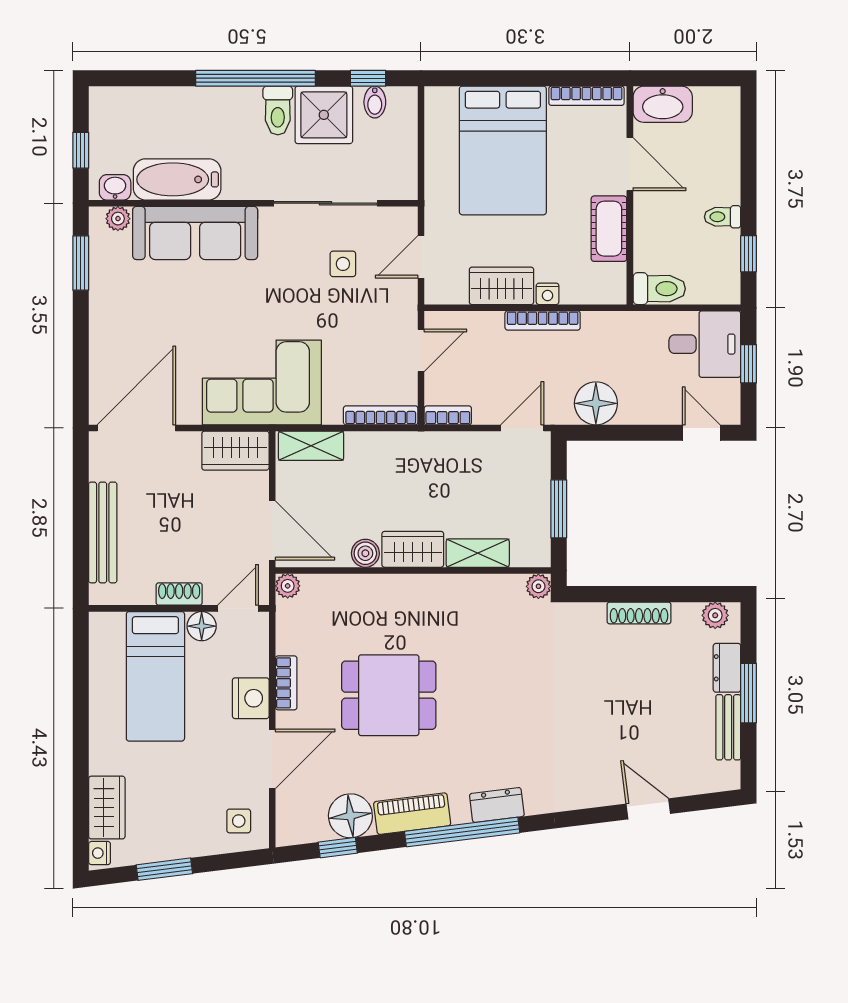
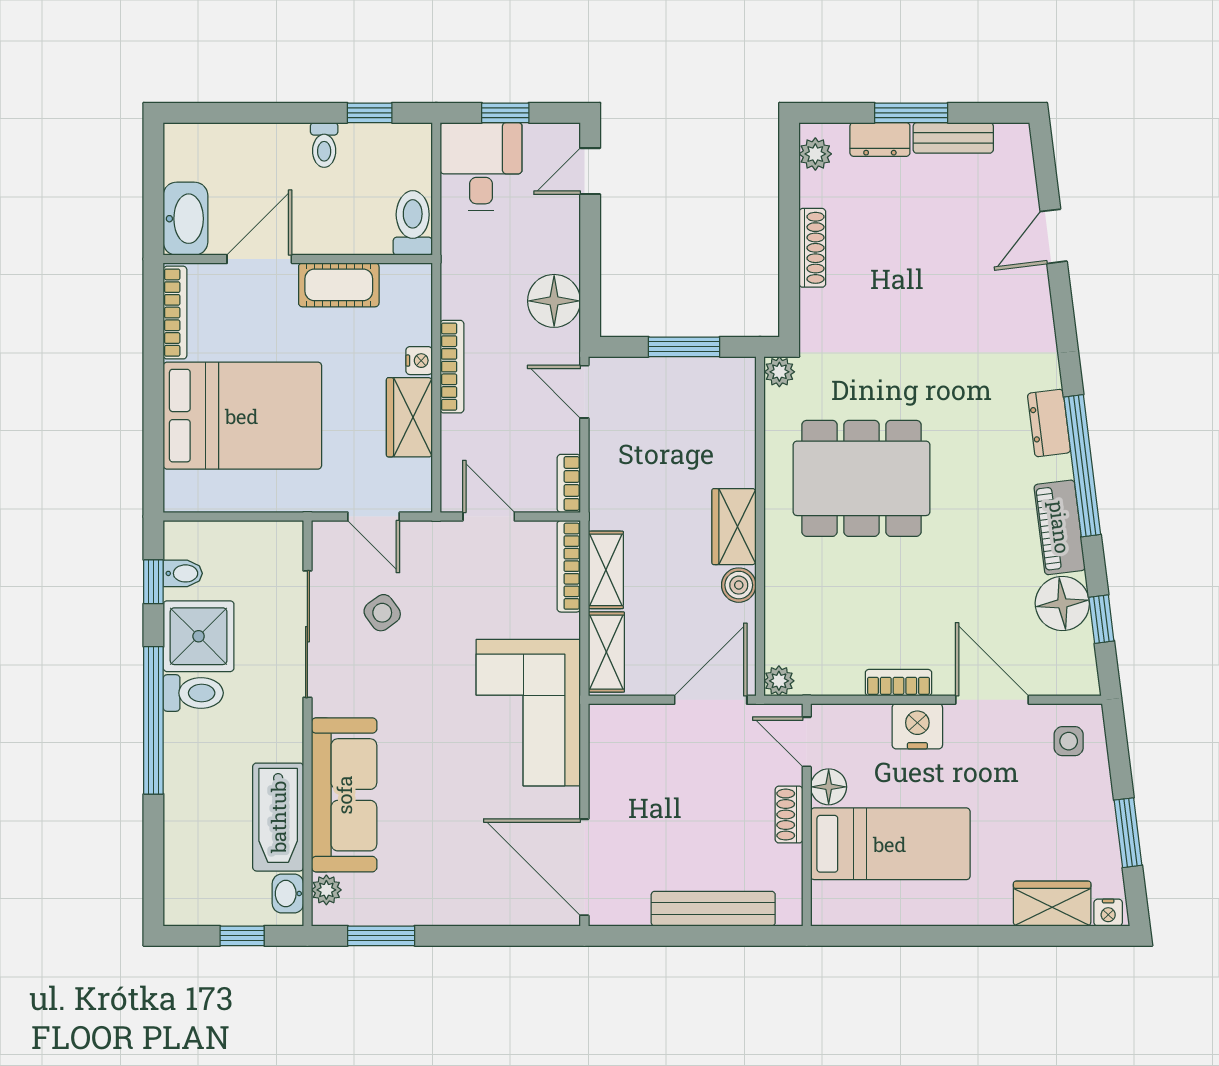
side table: (343, 264) -> (382, 613), turned -36
wardrobe: (235, 451) -> (612, 745), removed
shelving: (478, 553) -> (606, 570), moved
dining table: (389, 695) -> (862, 478), moved, width x1.38

